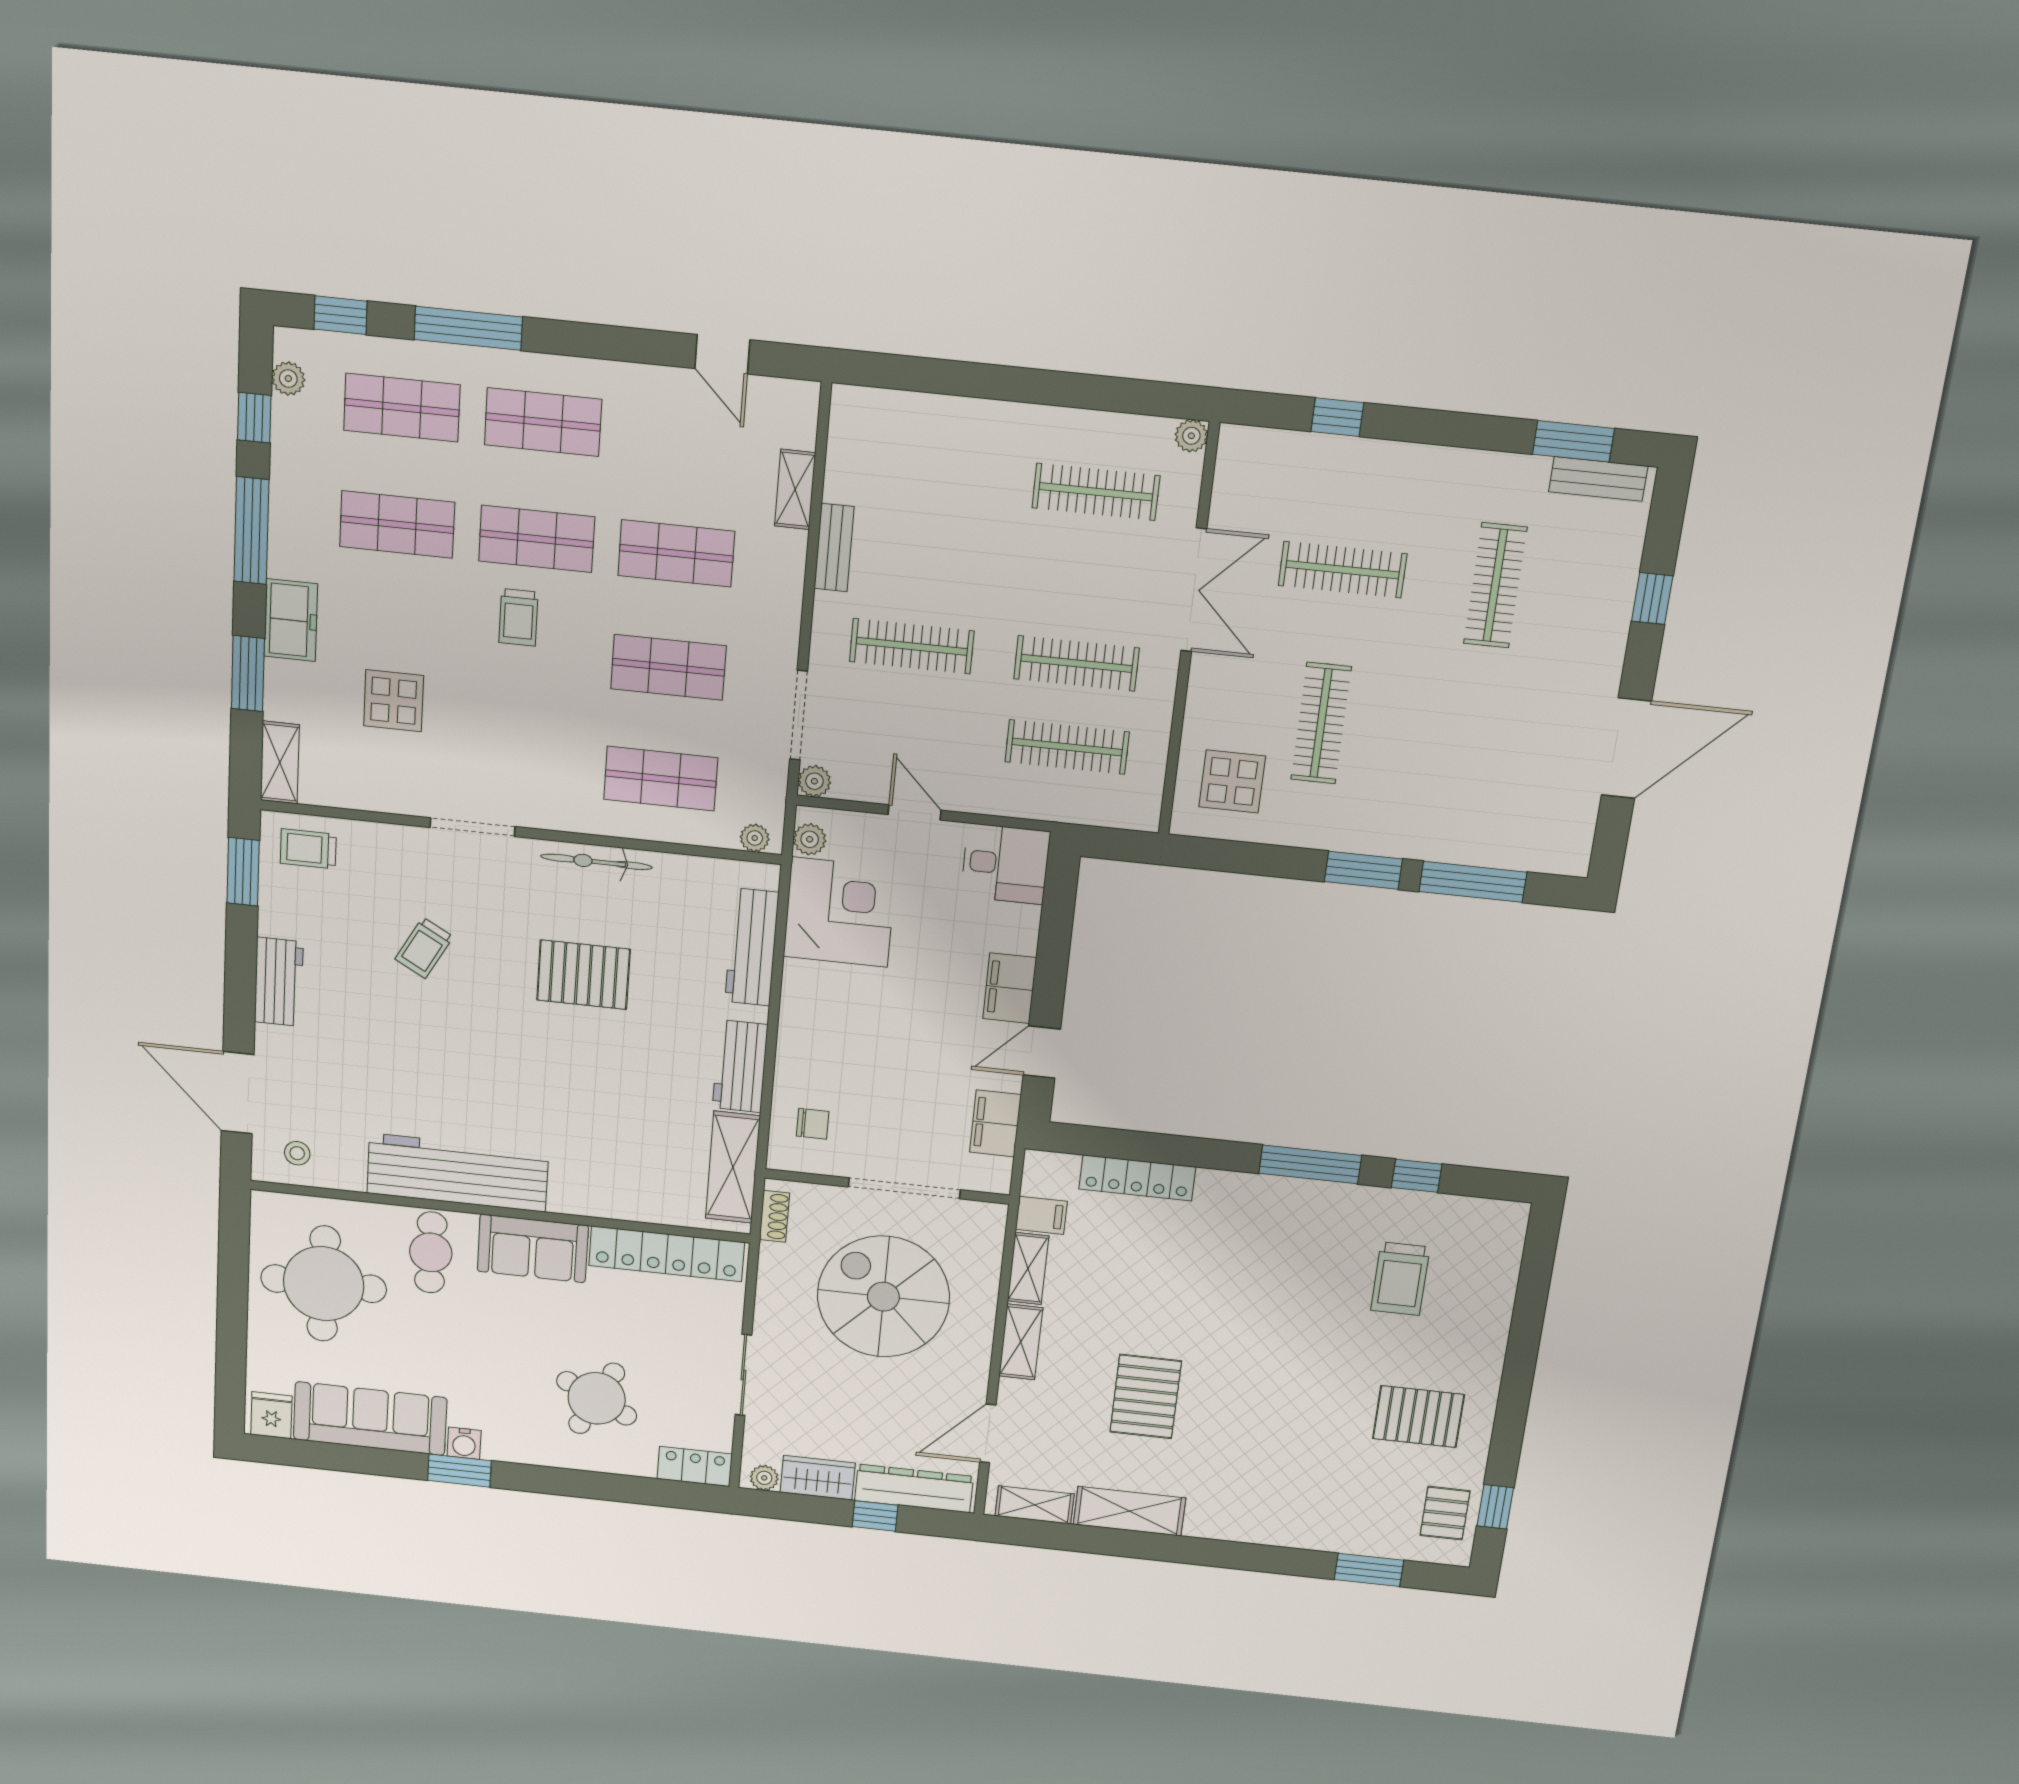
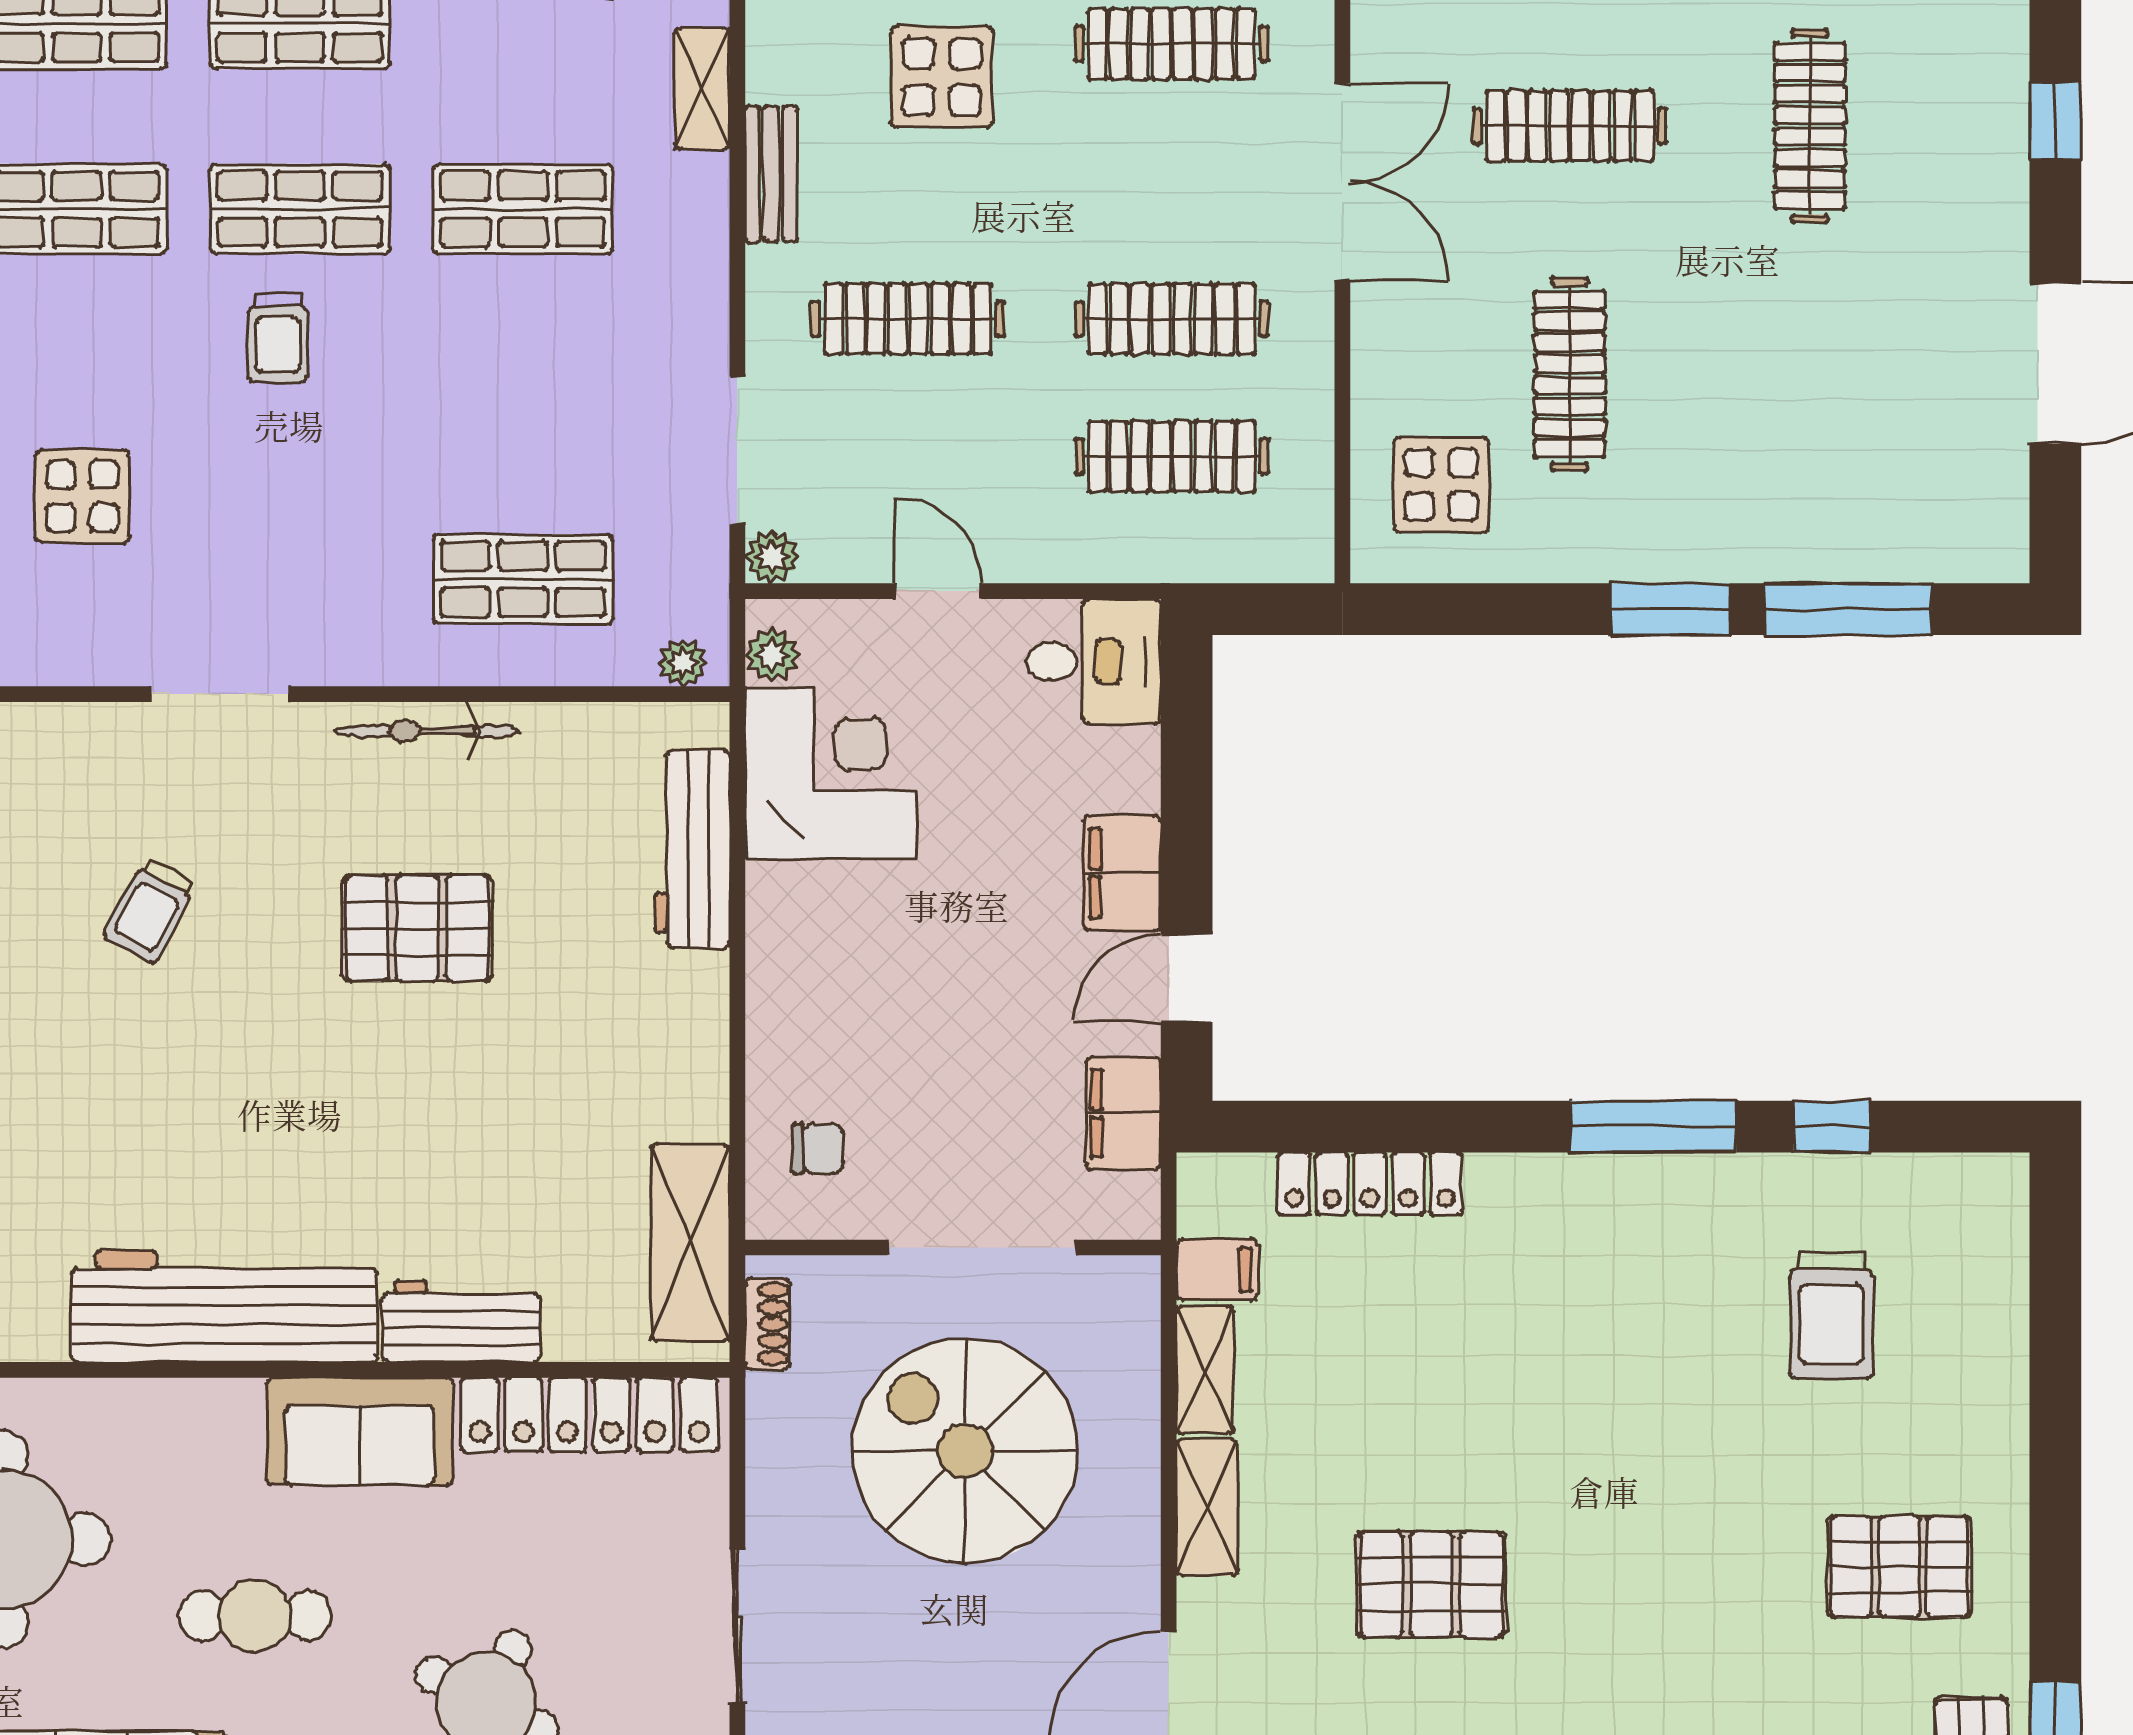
display table: (948, 498) -> (942, 77), added
shop shelf: (668, 667) -> (523, 394), removed
workbench: (740, 1066) -> (461, 1321), moved, turned 90
cafe table: (431, 1252) -> (255, 1616), moved, turned 90
pallet: (1146, 1397) -> (1431, 1585), turned 90

